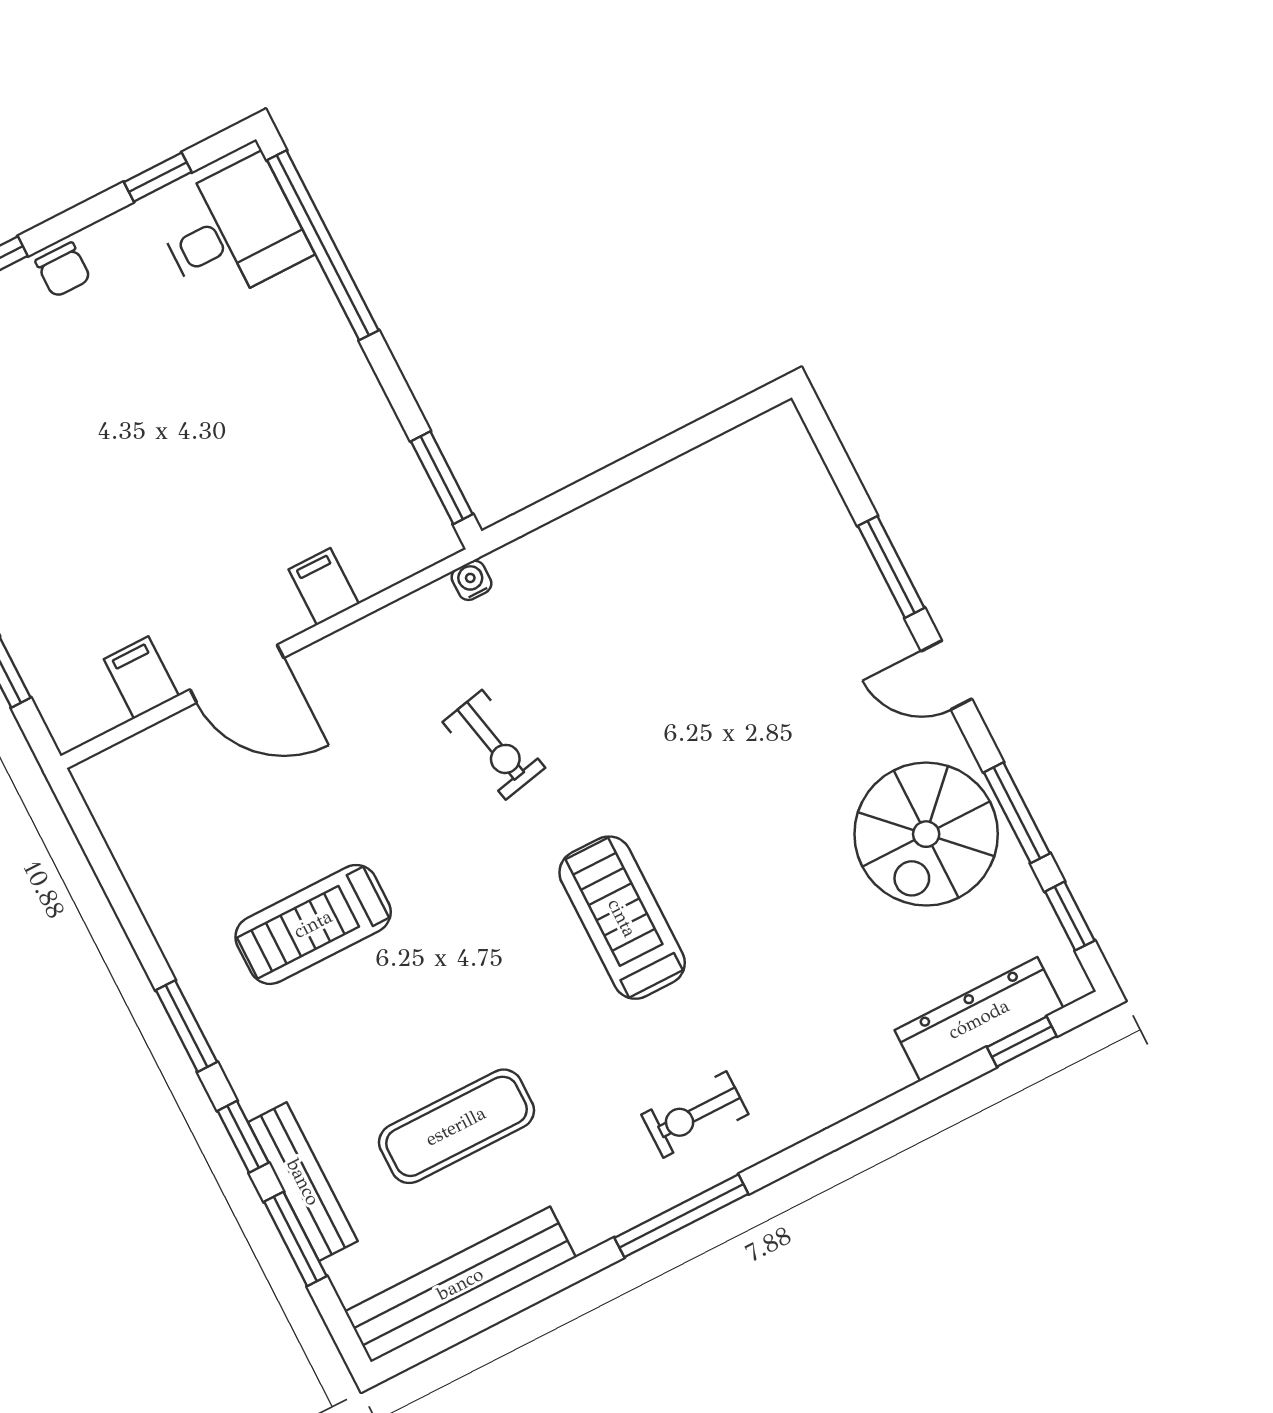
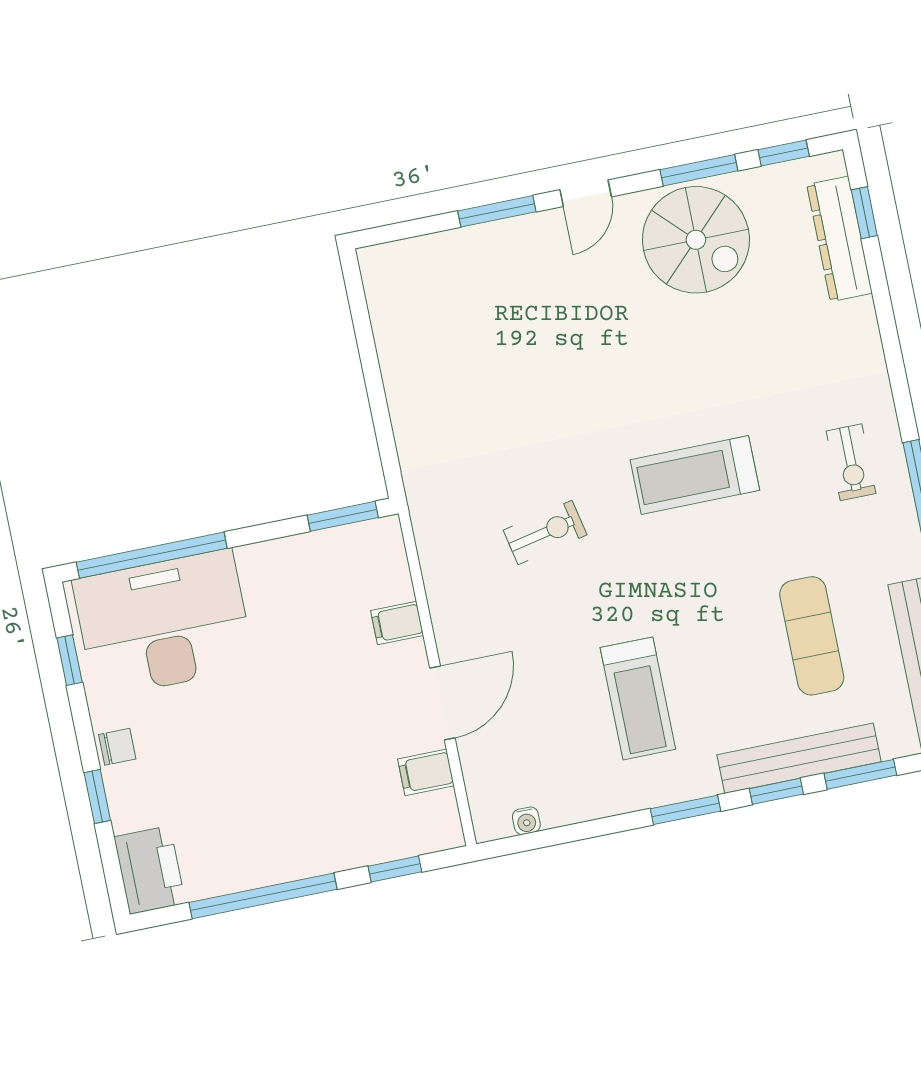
desk: (232, 231) -> (164, 624), width x1.87, depth x1.30
water cooler: (472, 580) -> (526, 821), moved, turned -90
bench: (303, 1182) -> (799, 758), width x1.37, depth x1.21

